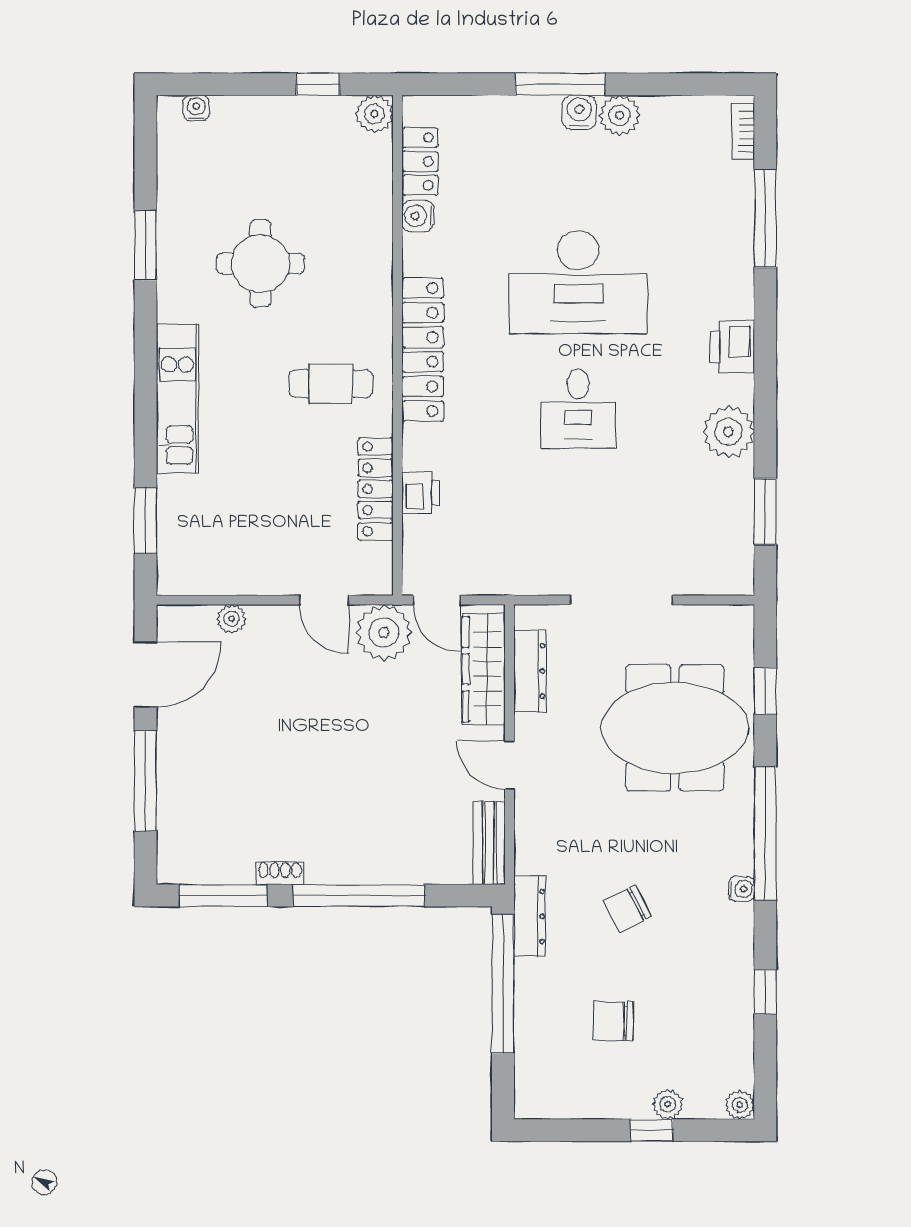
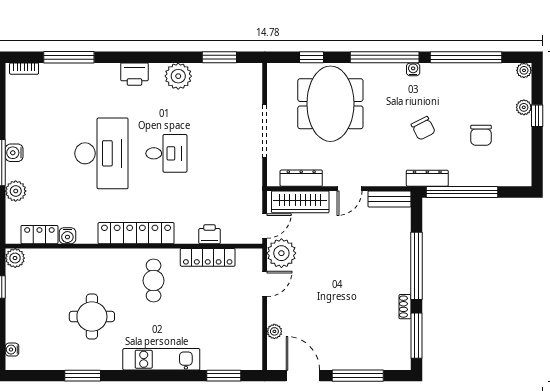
plant: (620, 115) -> (16, 191), moved
window: (765, 992) -> (466, 57), width x3.17

